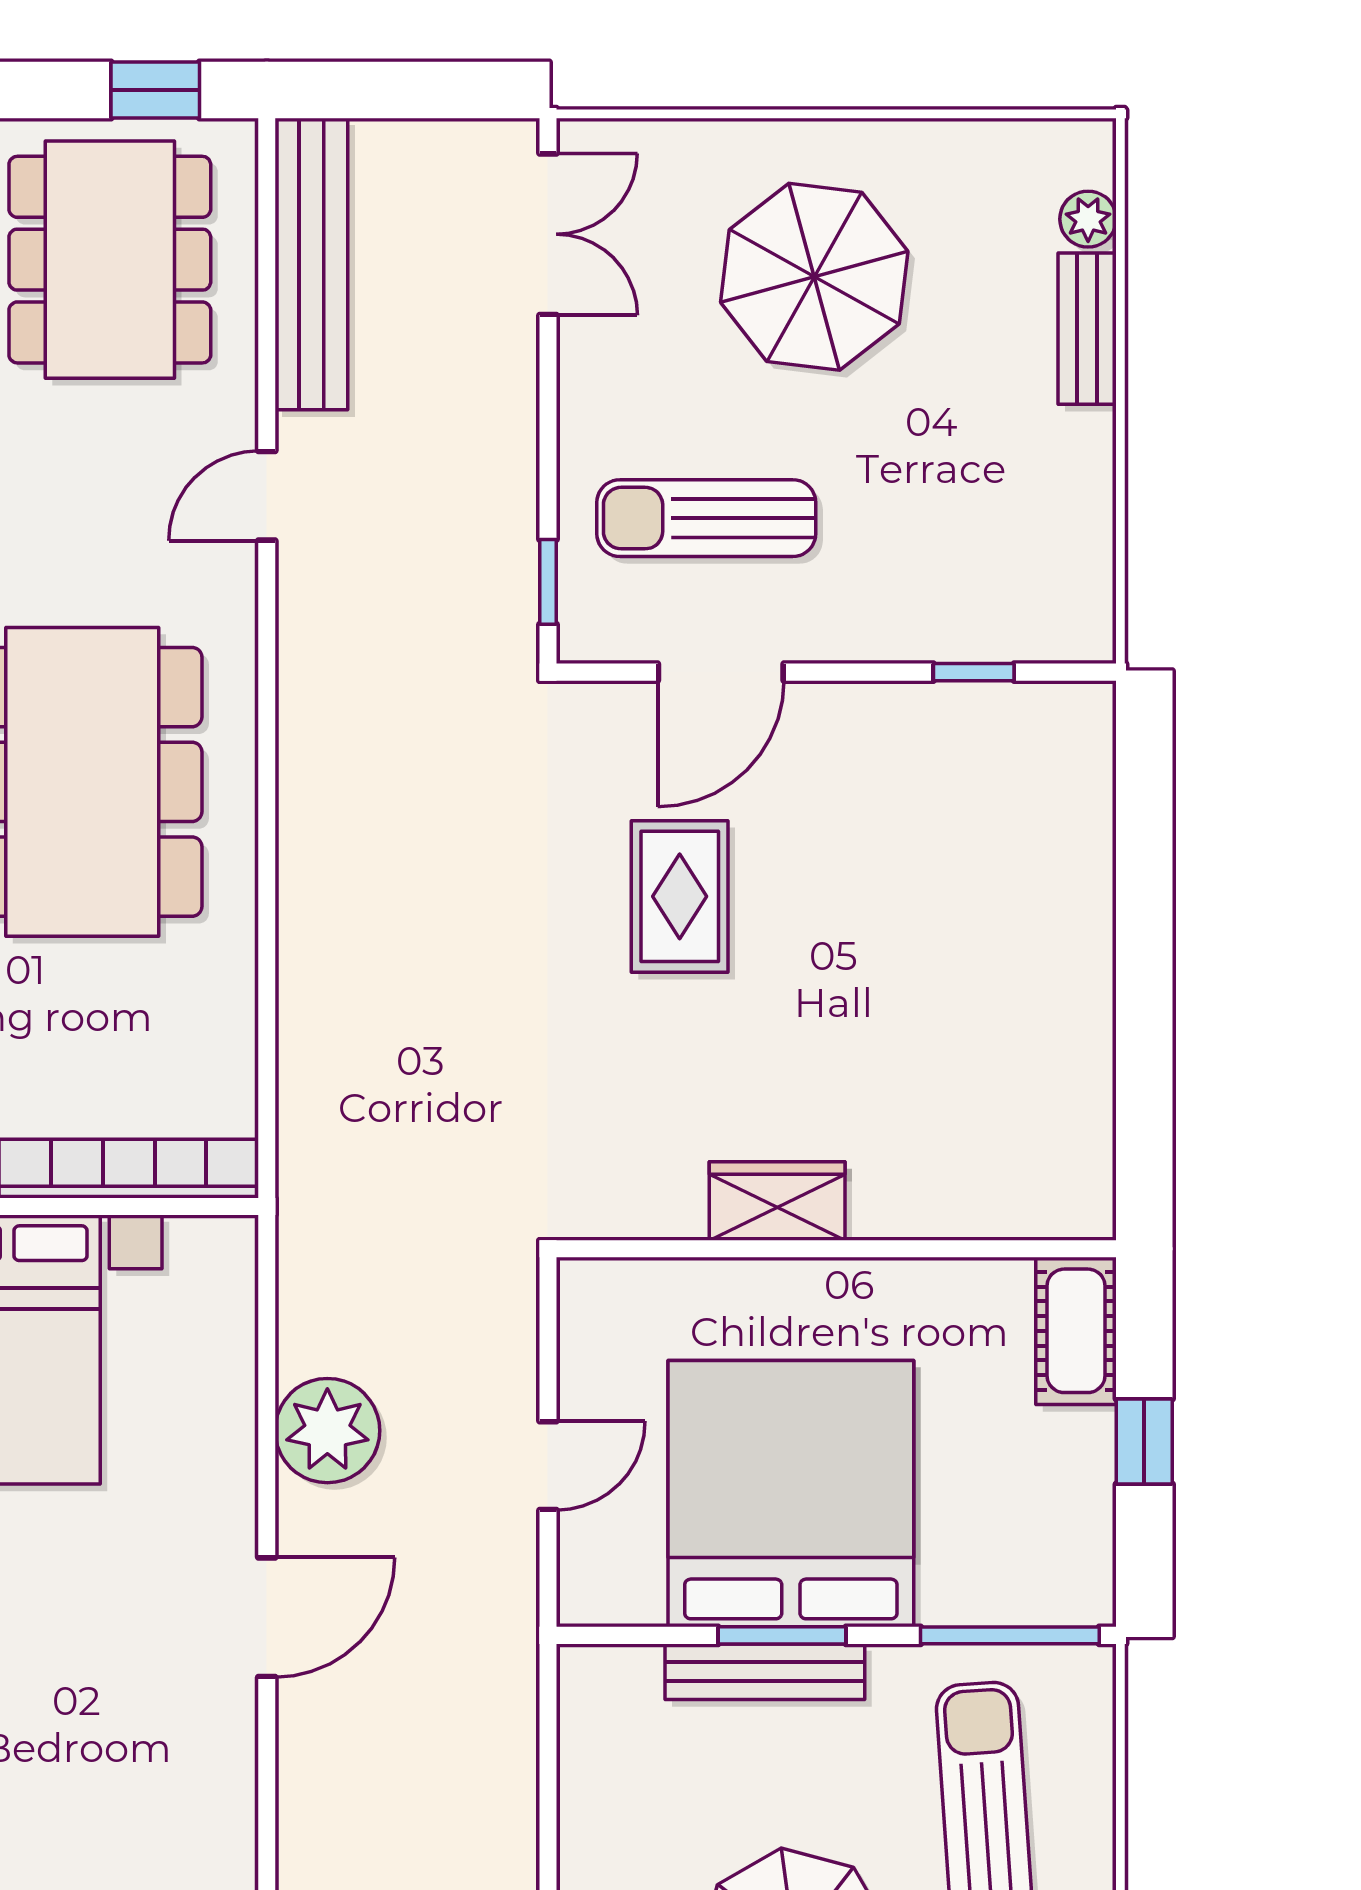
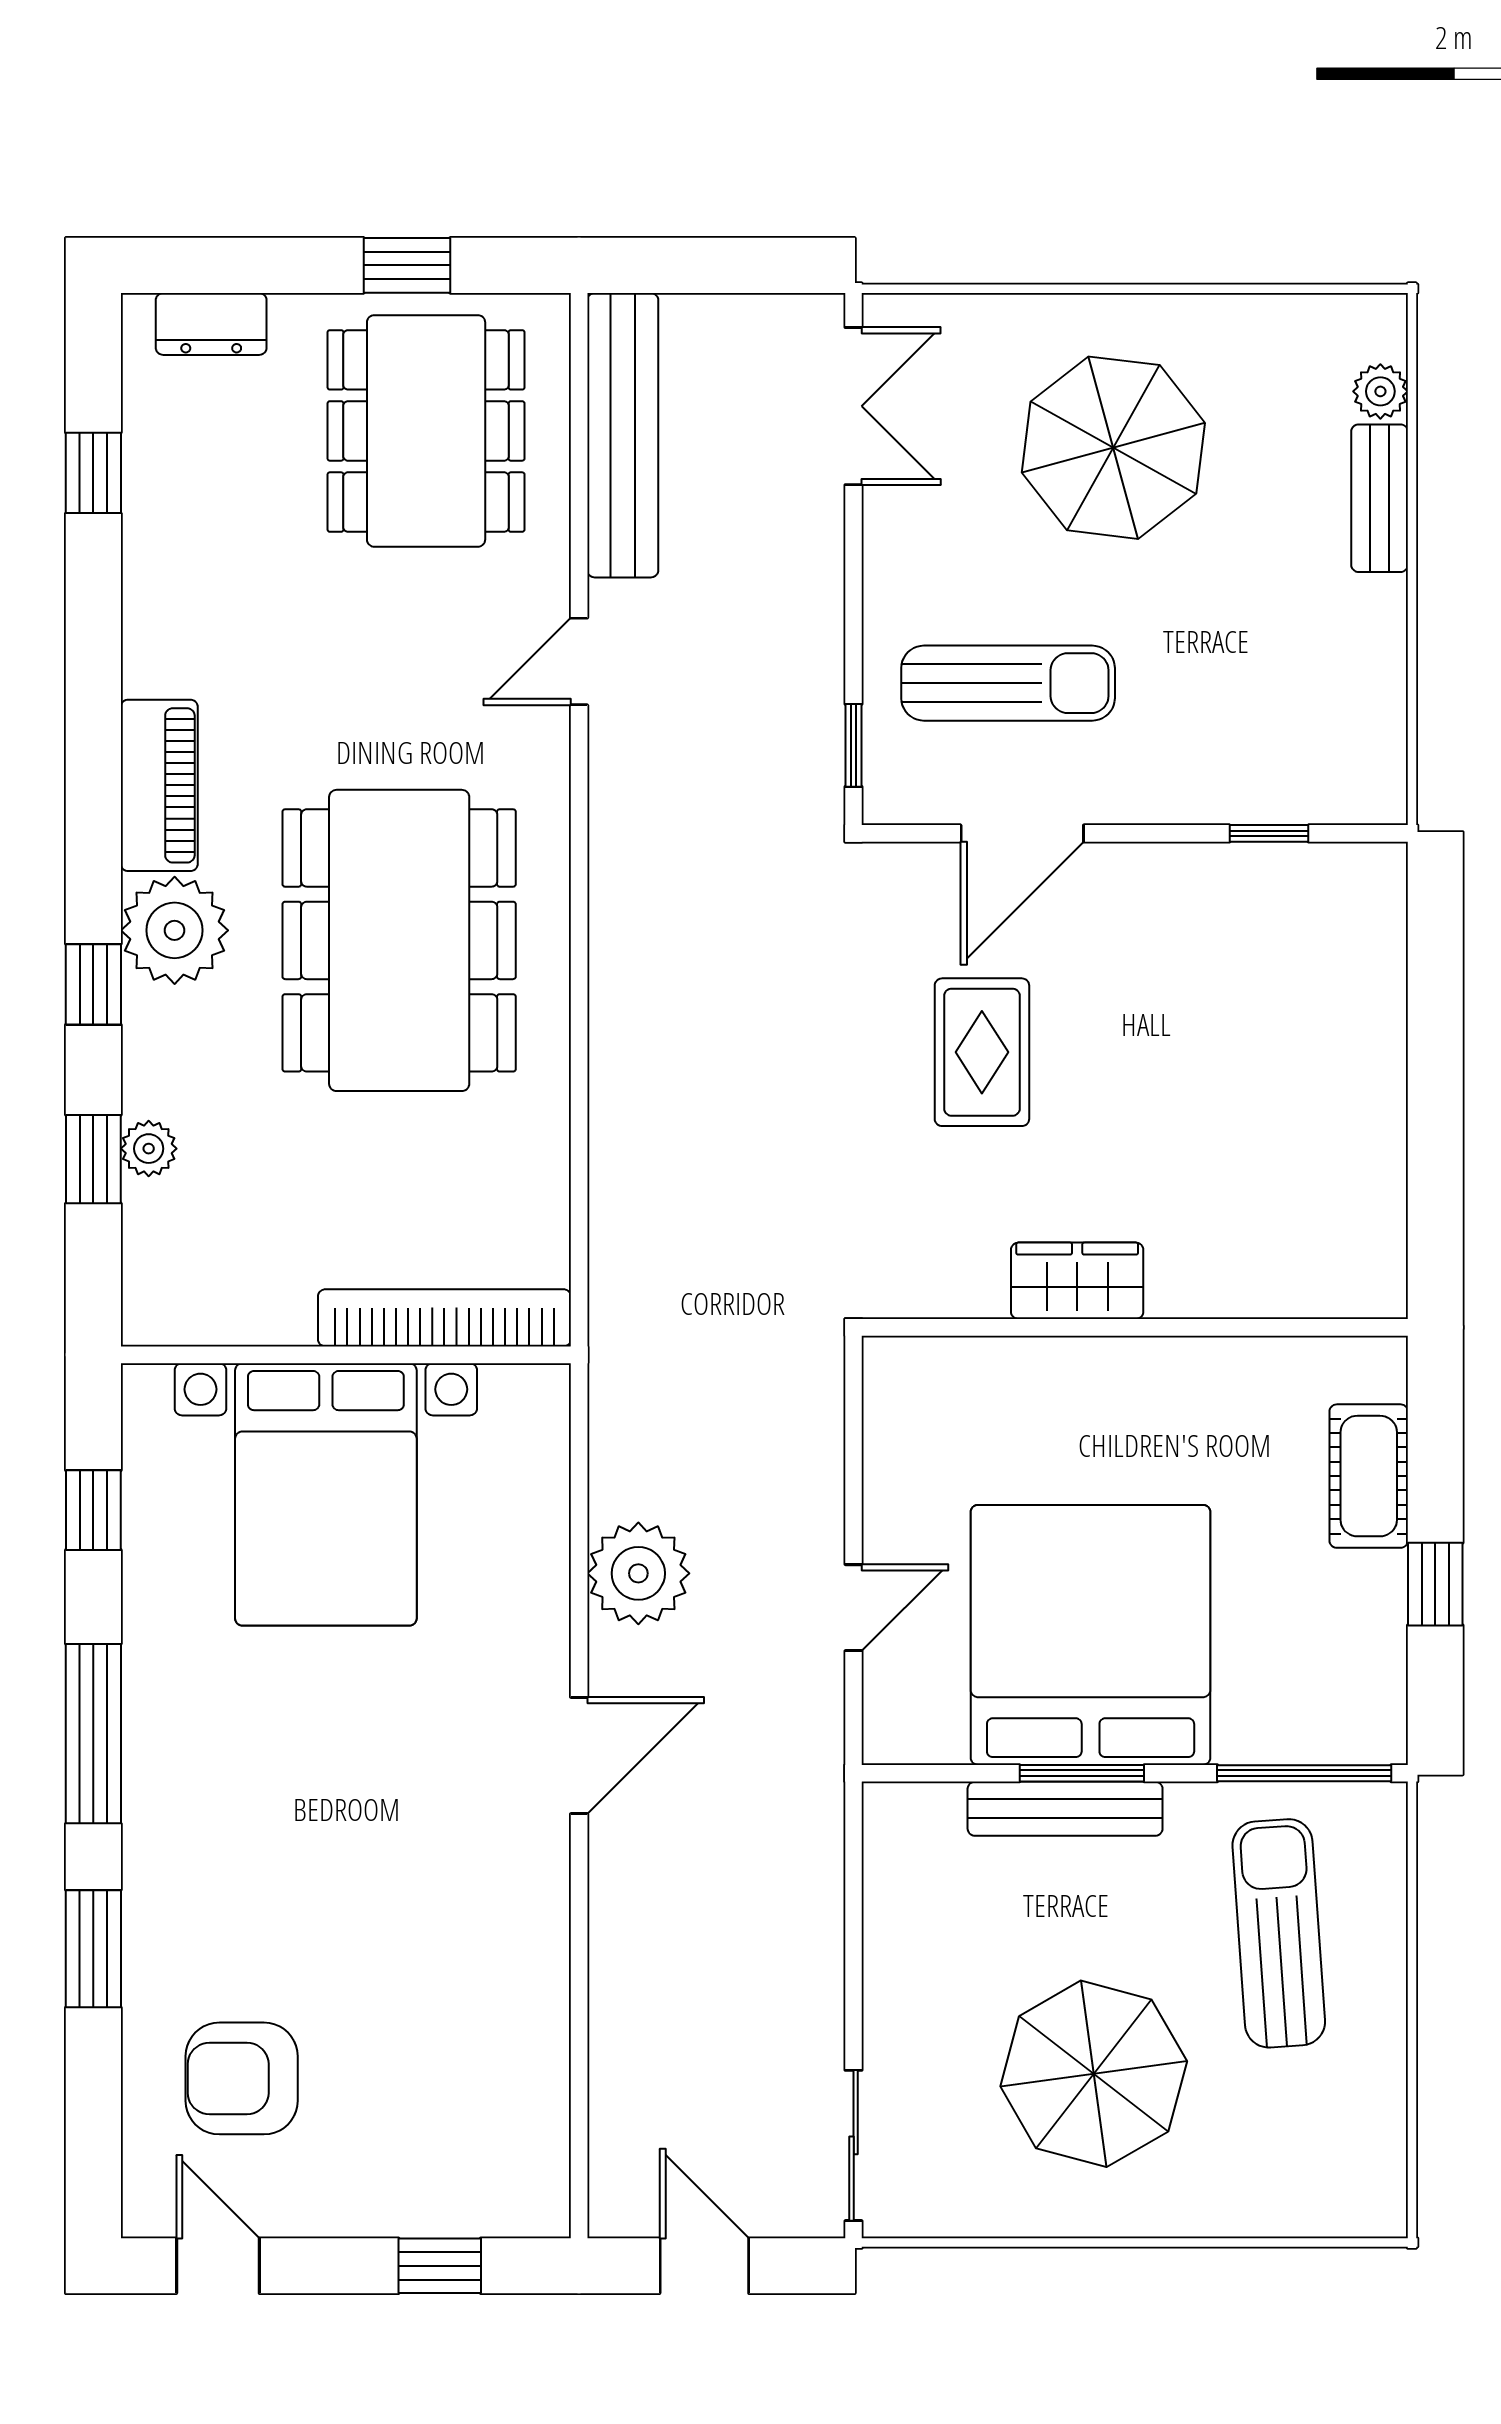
window: (155, 90) -> (407, 265), moved
sun lounger: (706, 518) -> (1008, 683), turned 180
wardrobe: (777, 1201) -> (1077, 1281), moved
wall: (836, 1249) -> (1135, 1327), moved

